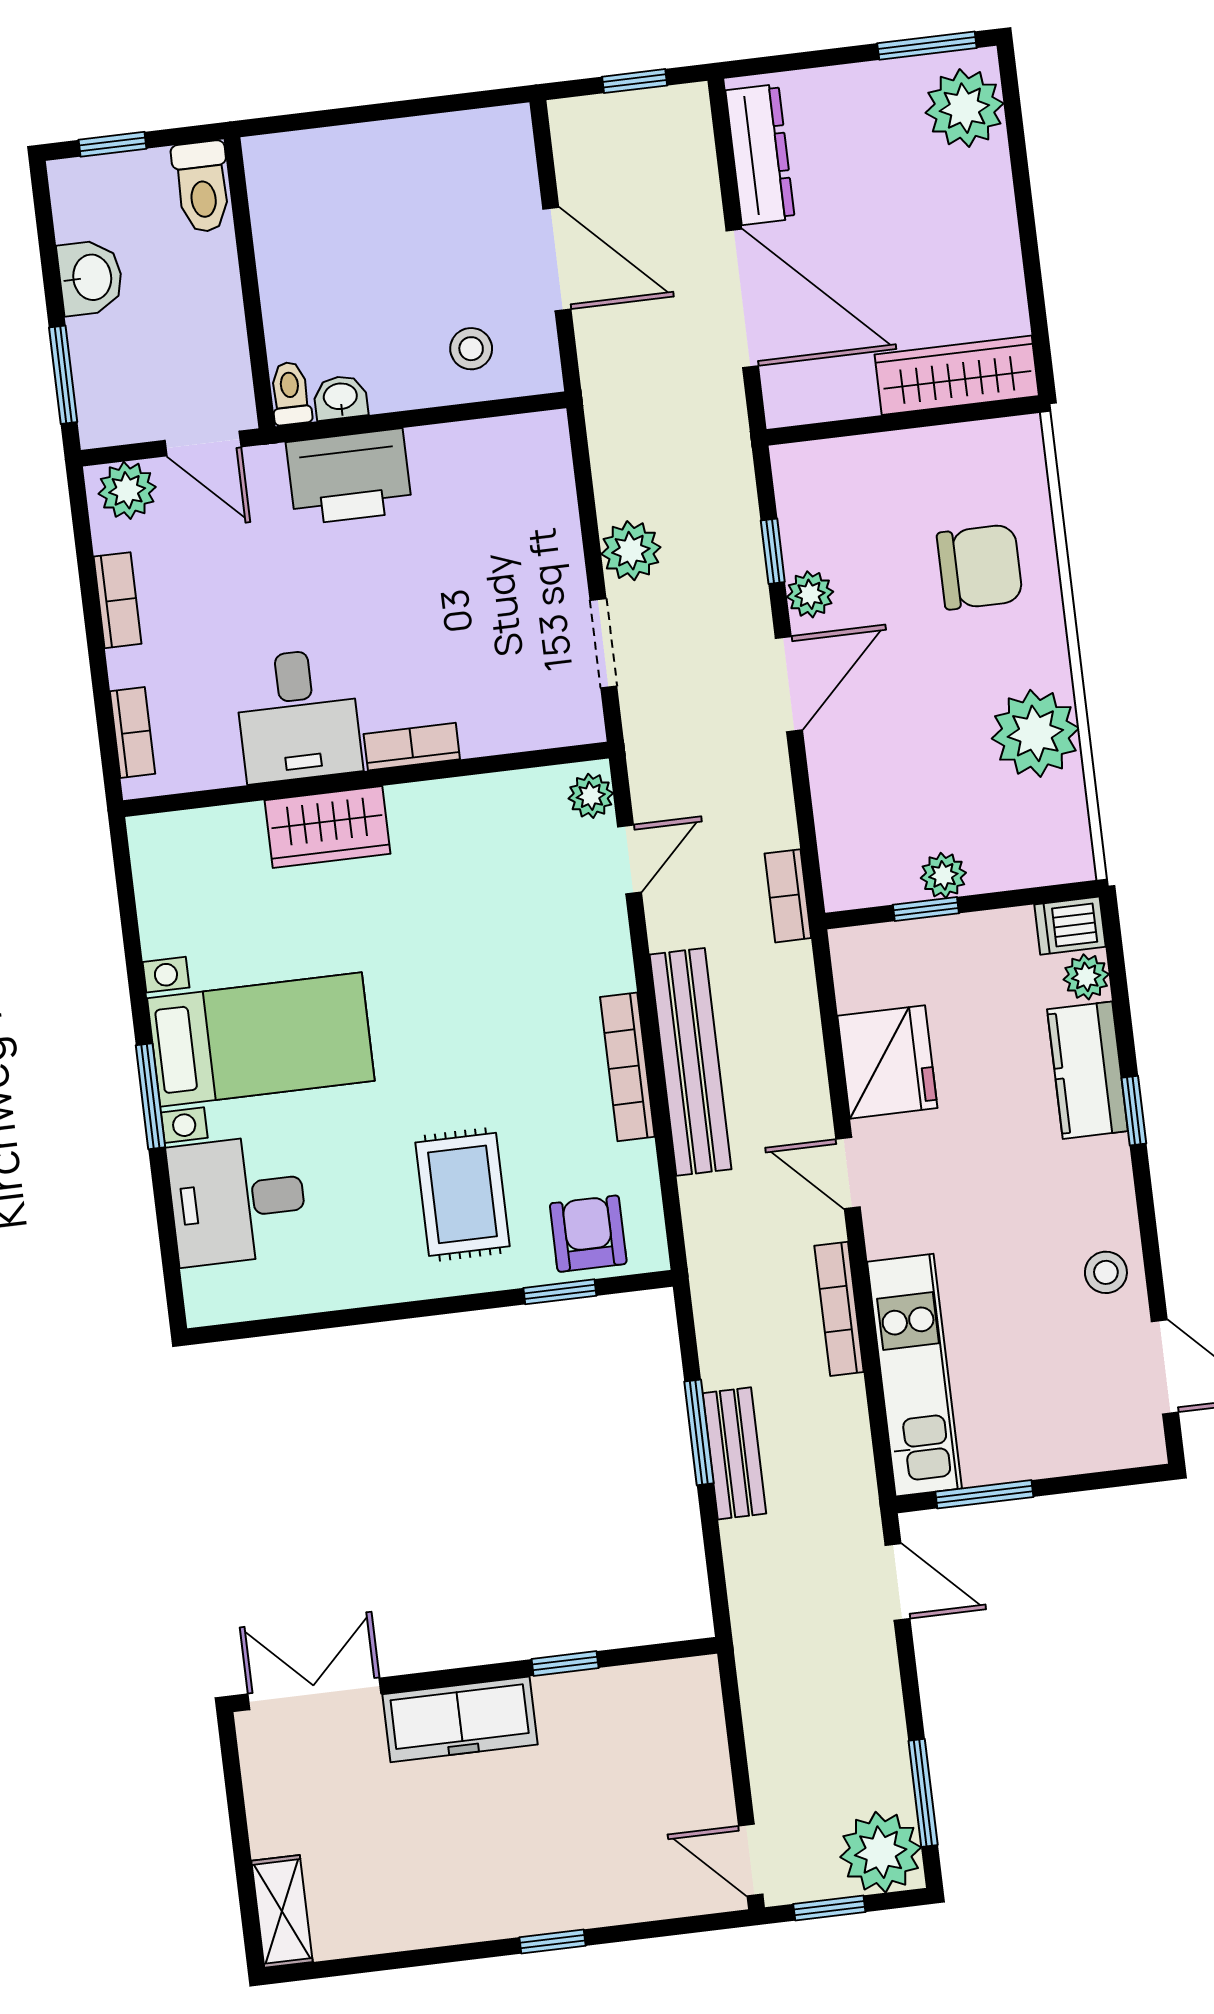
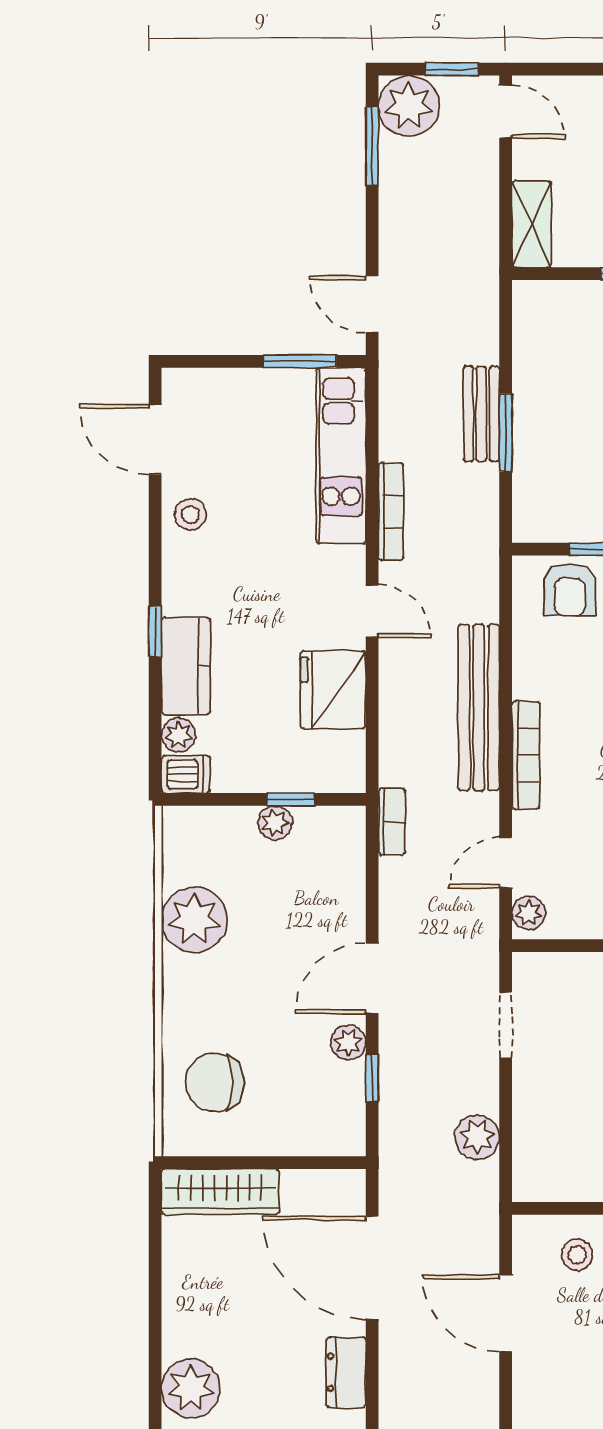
dresser: (760, 155) -> (346, 1372), width x0.70
plant: (631, 551) -> (477, 1137), moved
chair: (980, 567) -> (214, 1082), moved
bookcase: (627, 1067) -> (526, 755), moved
shelving: (698, 1714) -> (531, 224), added

